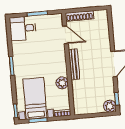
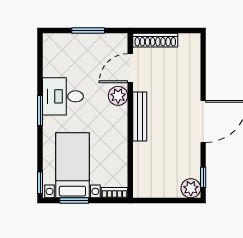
desk: (23, 28) -> (63, 96), moved
door: (66, 35) -> (130, 68), swing flipped
plant: (62, 83) -> (118, 96), moved

